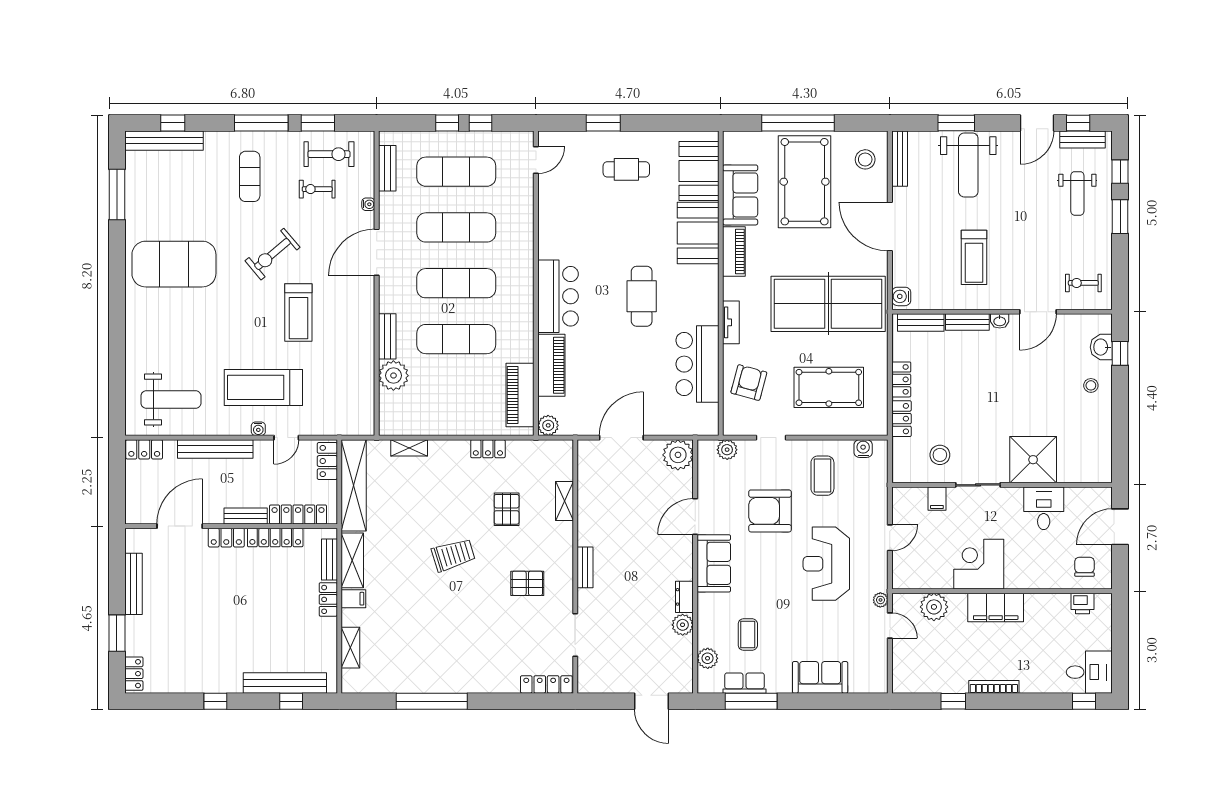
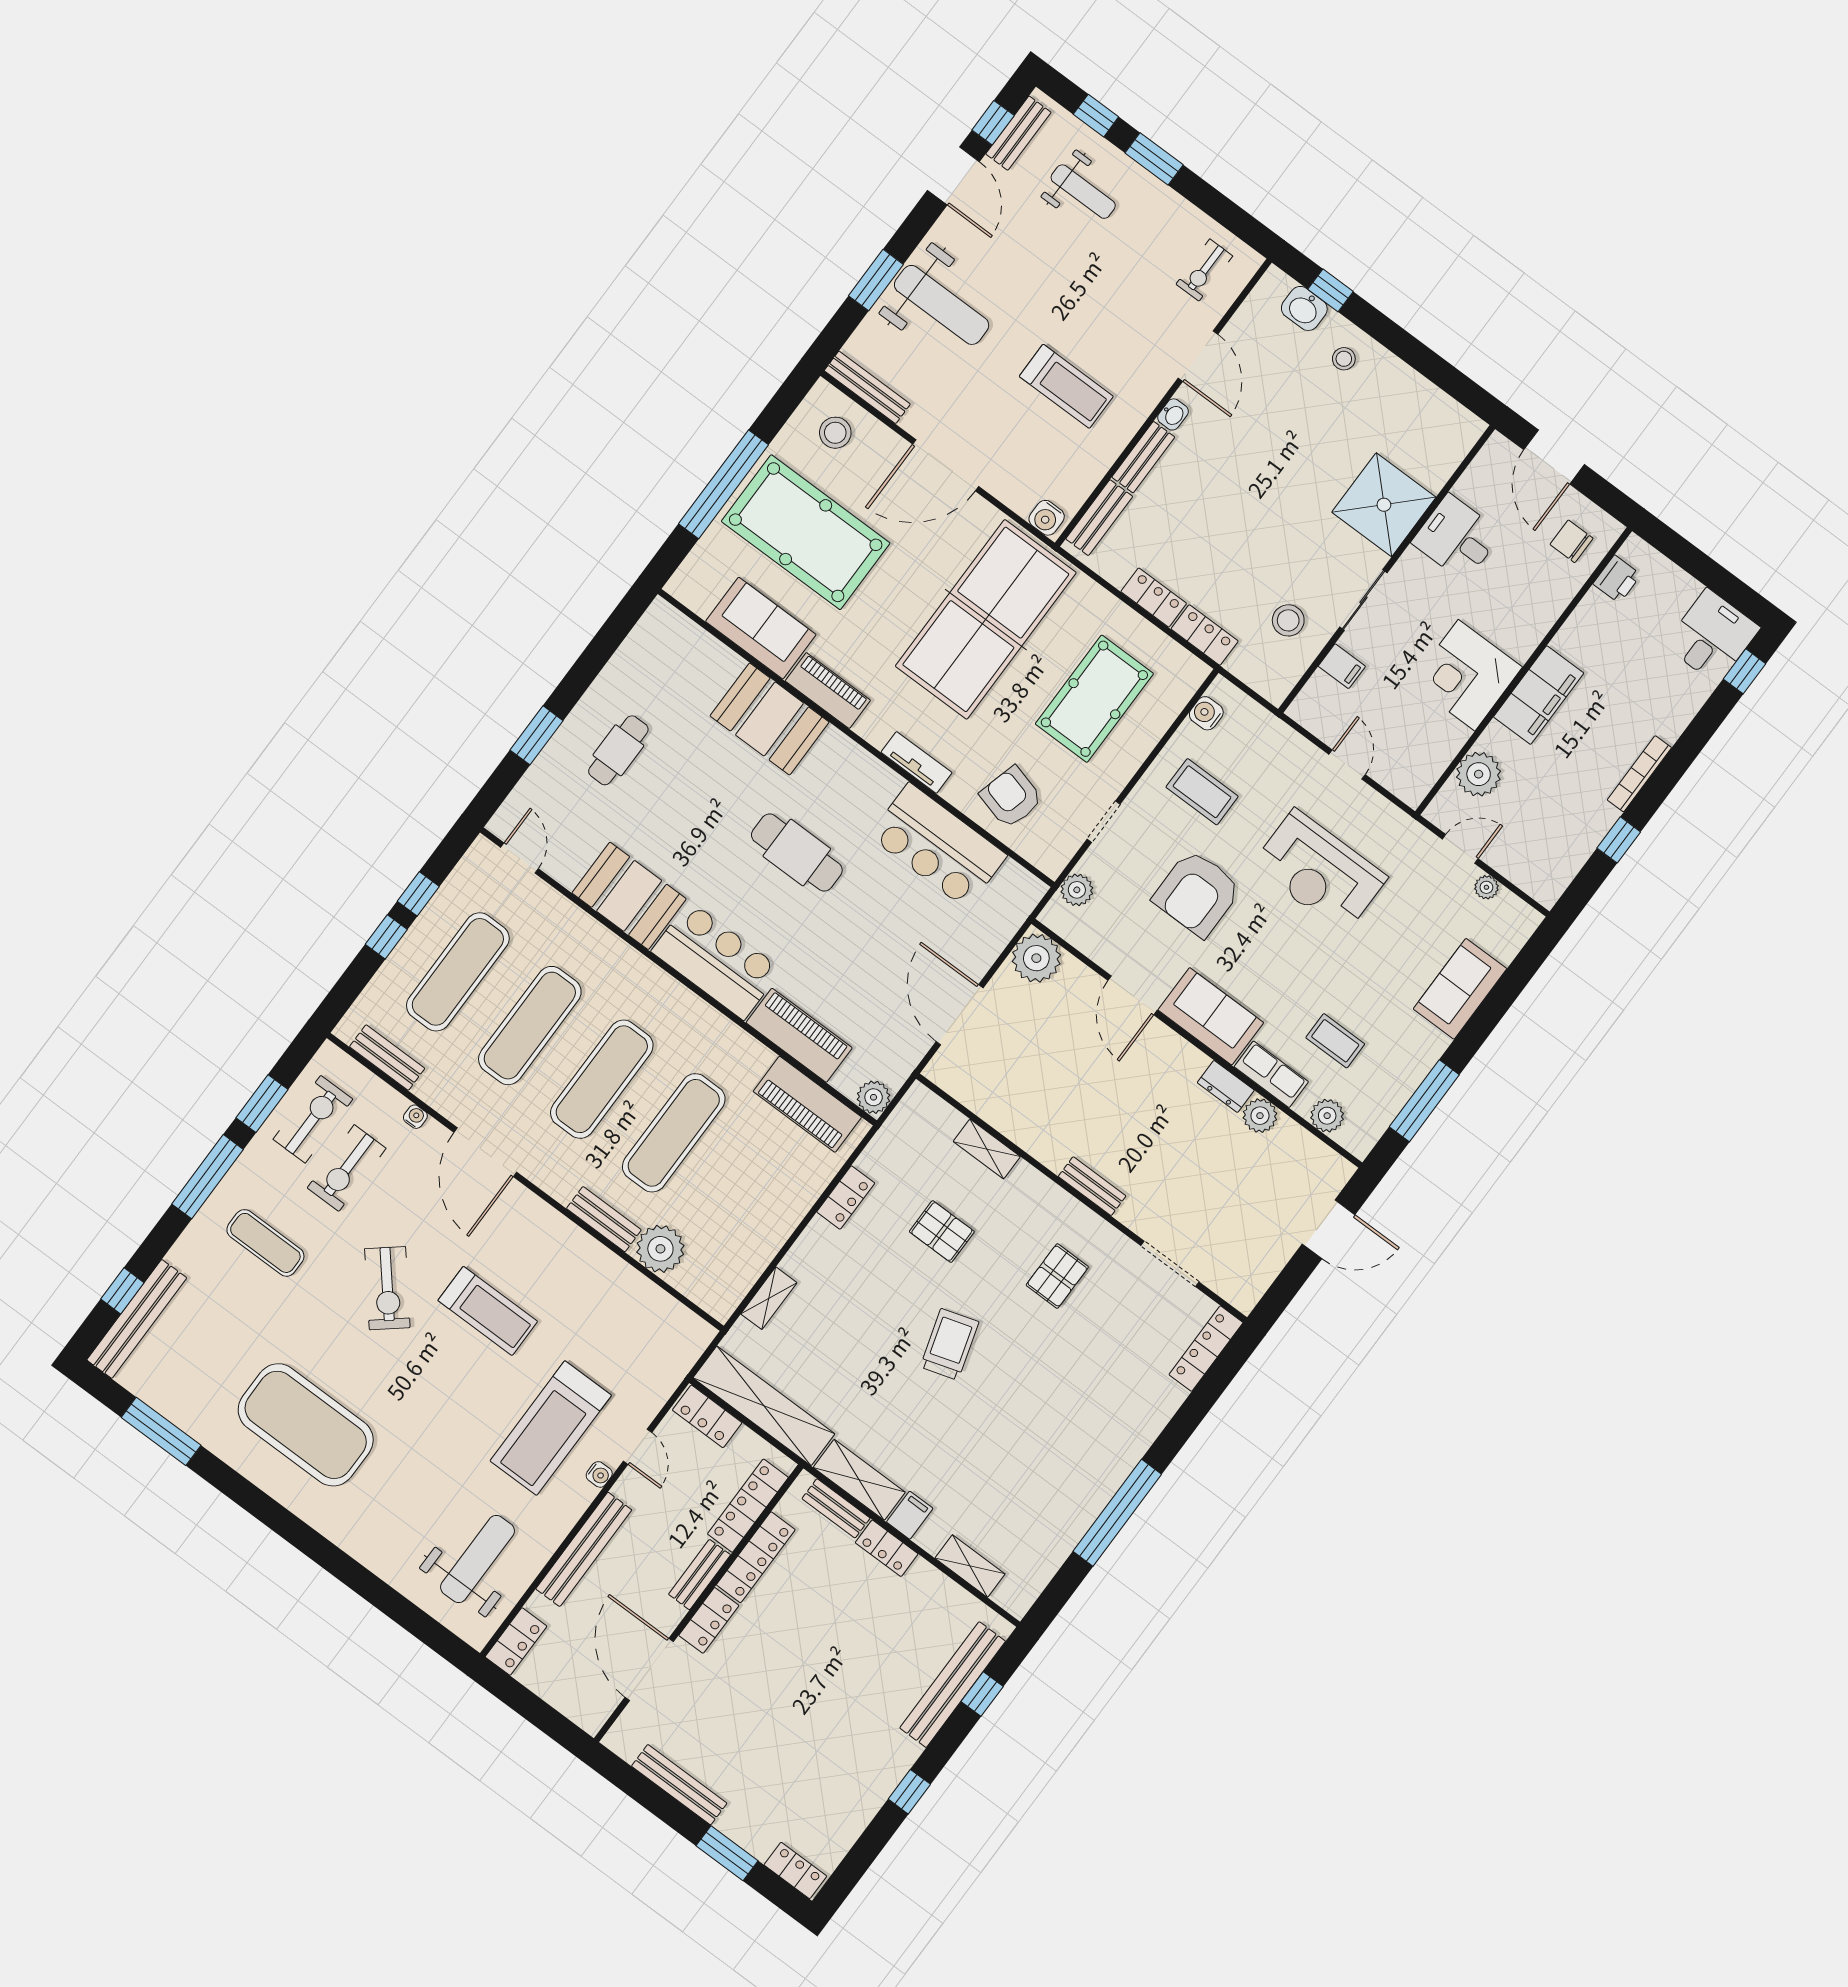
booth: (699, 171) -> (629, 896), moved
exercise bike: (317, 189) -> (347, 1168), width x1.38, depth x1.39
exercise mat: (174, 264) -> (306, 1425), turned 90
plant: (880, 600) -> (1486, 887), moved
row of seats: (745, 683) -> (1271, 1074), moved, turned 90

